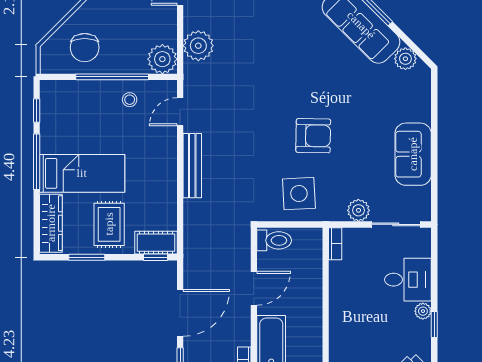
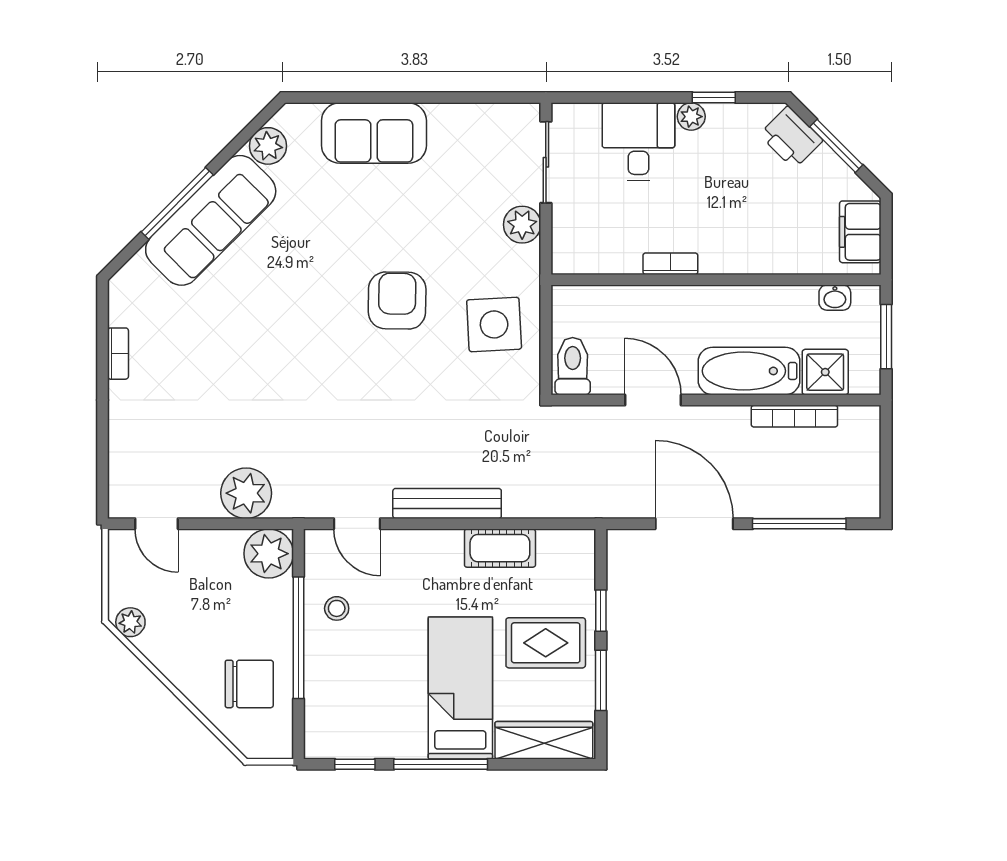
sofa: (413, 154) -> (374, 133), moved
cot: (156, 243) -> (500, 548), moved, turned 90
bookcase: (335, 244) -> (670, 264), moved
window: (155, 257) -> (601, 611), moved

